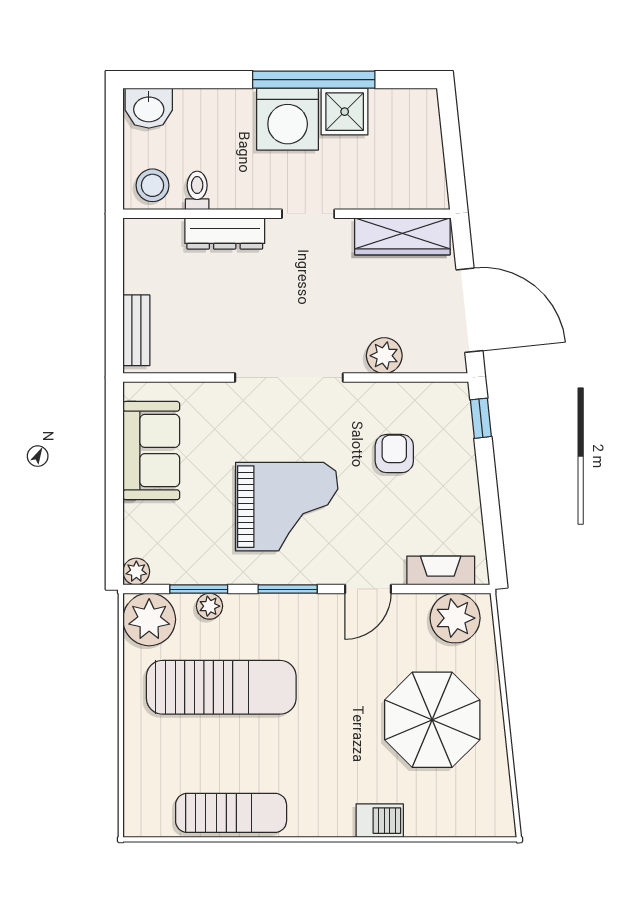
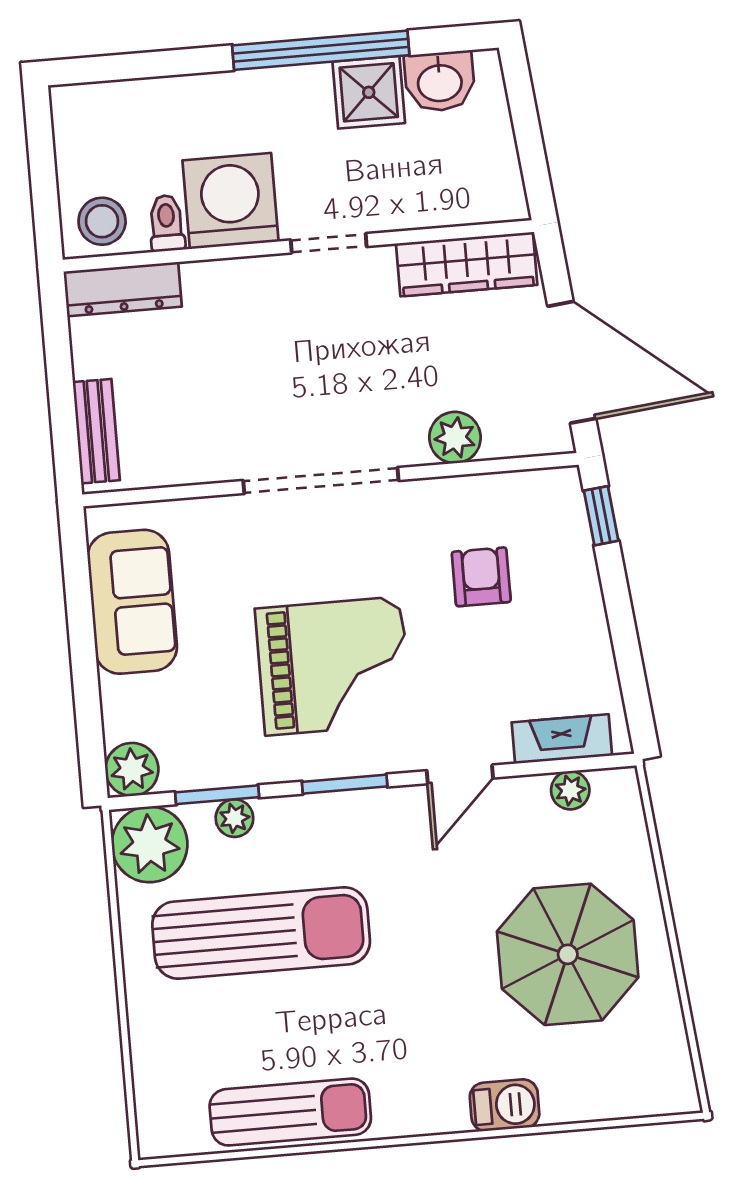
washbasin: (149, 108) -> (440, 81), moved
washing machine: (288, 119) -> (230, 201), moved, turned 180
dresser: (225, 233) -> (123, 289), moved
plant: (136, 572) -> (132, 769), width x1.38, depth x1.38
plant: (455, 618) -> (570, 790), width x0.53, depth x0.53

